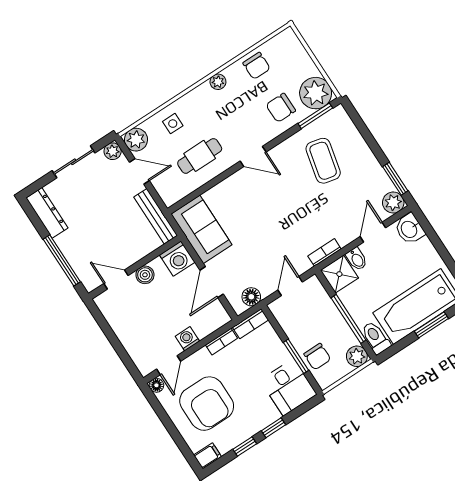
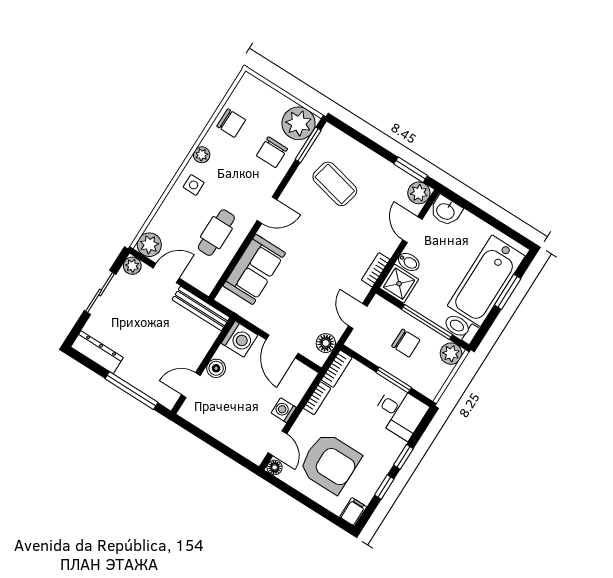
side table: (173, 124) -> (194, 185), moved
sofa: (201, 229) -> (254, 269), moved, turned 90
chair: (317, 357) -> (406, 343), moved

